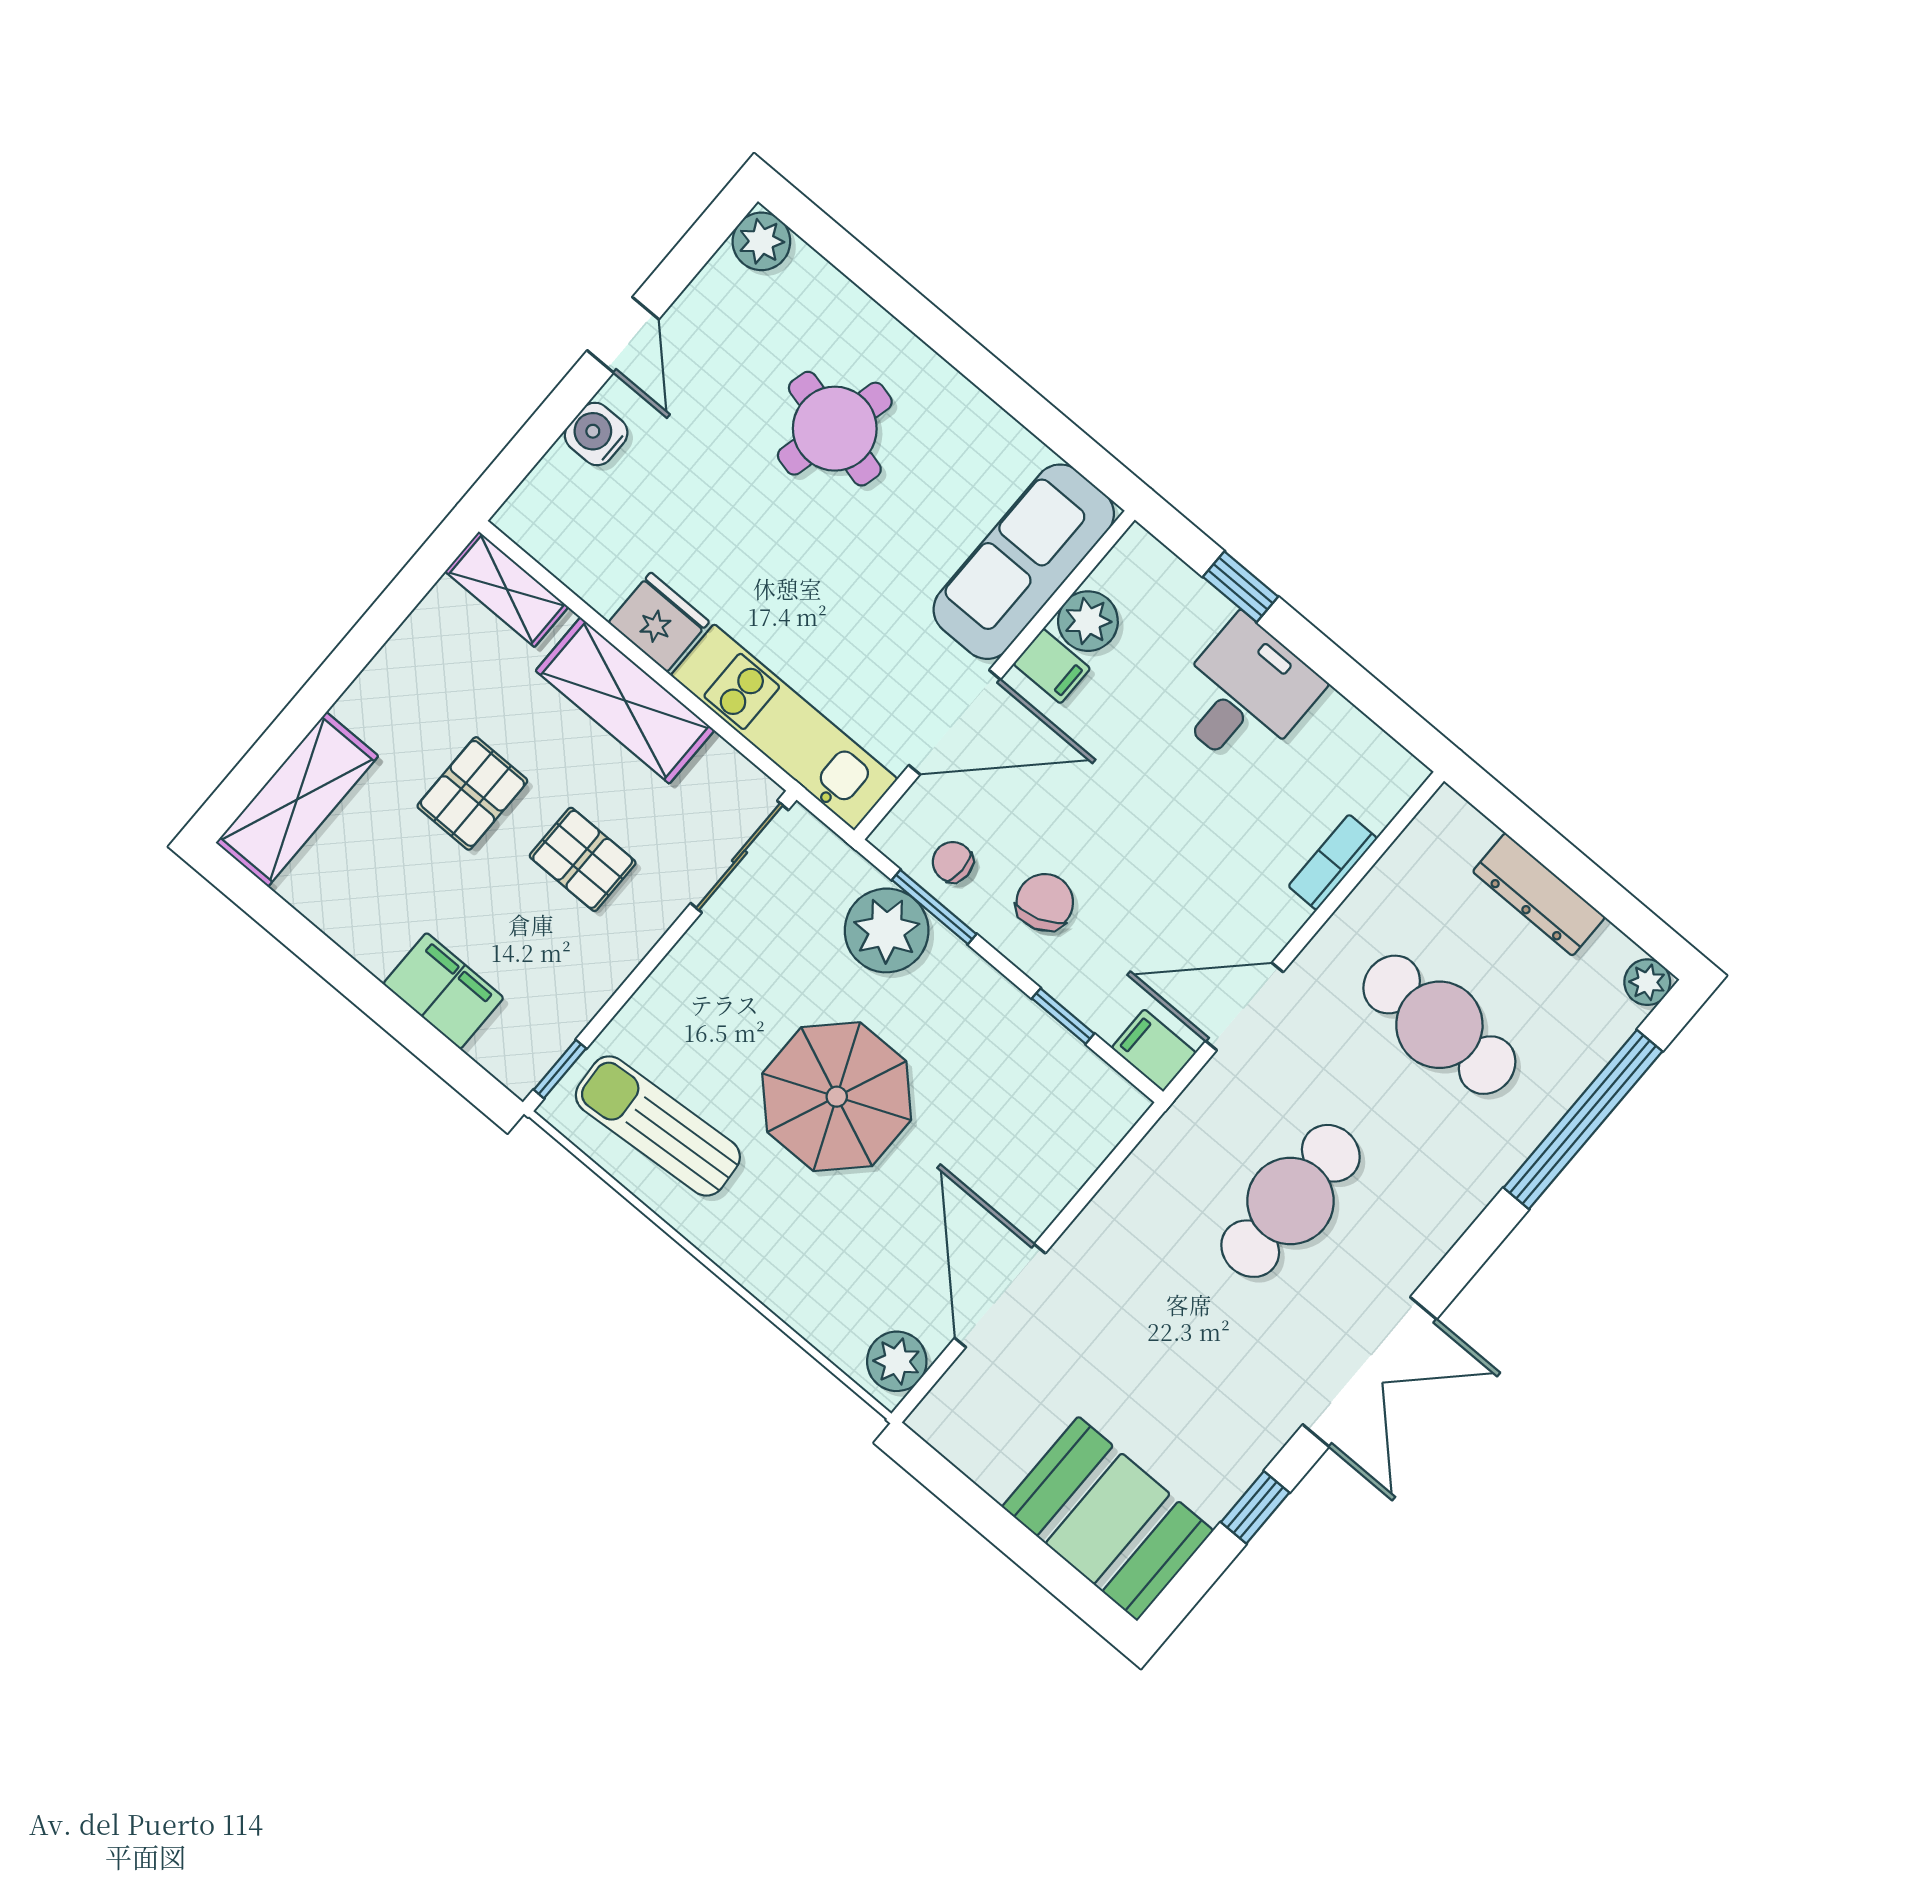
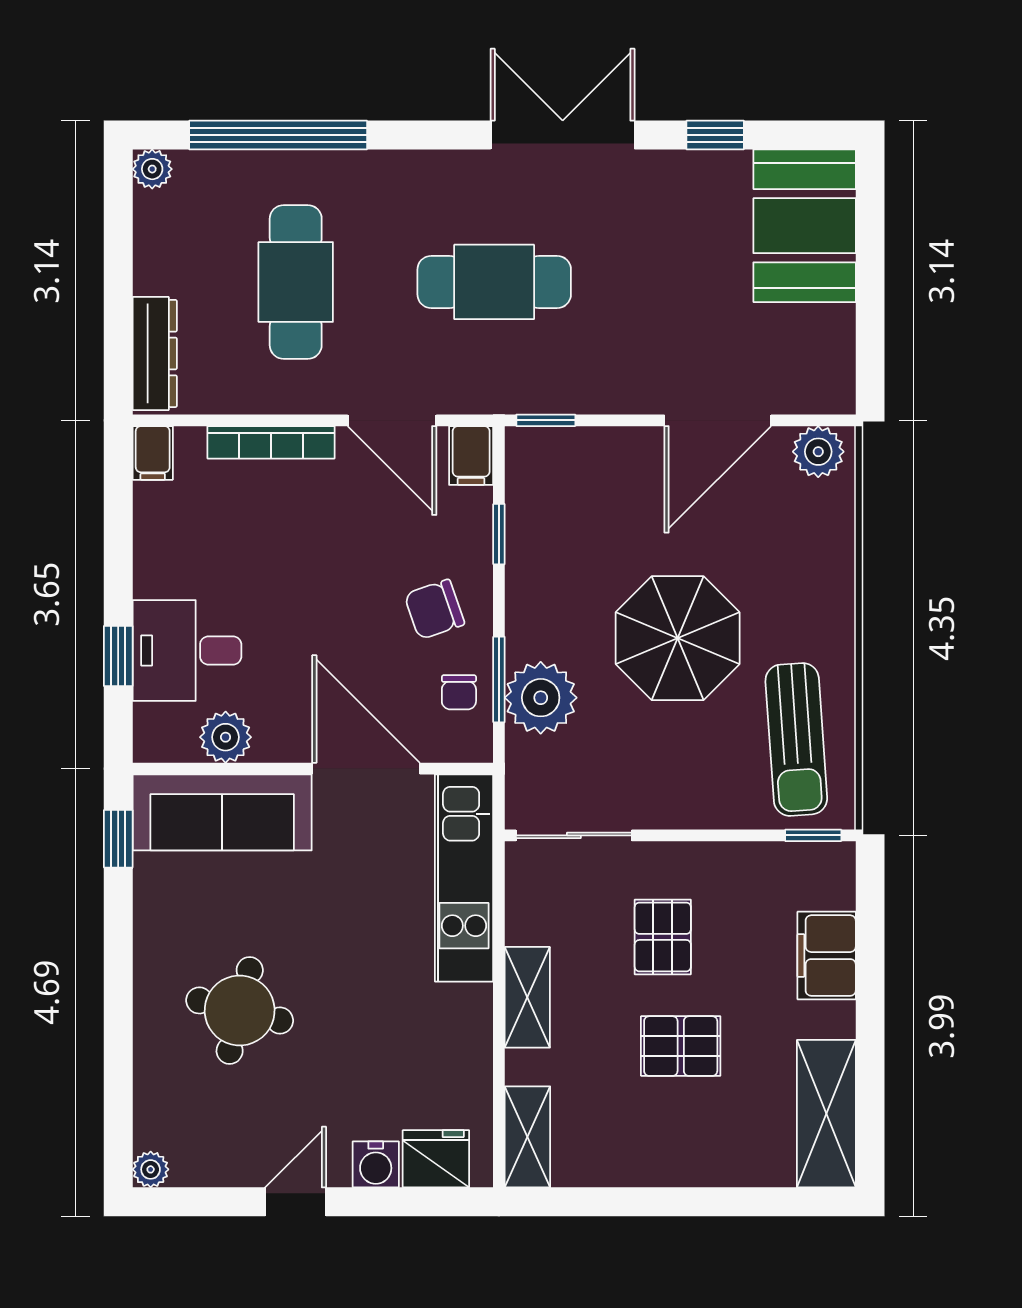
plant: (761, 241) -> (151, 1169), width x0.73, depth x0.73
window: (1078, 450) -> (118, 839), added
fridge: (659, 622) -> (436, 1159), moved, turned 90
filing cabinet: (1052, 666) -> (153, 453), moved, turned 180
desk: (1244, 695) -> (187, 650), moved
shelving: (625, 701) -> (527, 997), width x0.67, depth x0.75
shelving: (297, 799) -> (826, 1114), moved, turned 90
bookcase: (1333, 862) -> (271, 442), width x1.56
dresser: (1539, 894) -> (155, 353), moved
window: (1129, 1143) -> (546, 420), added

